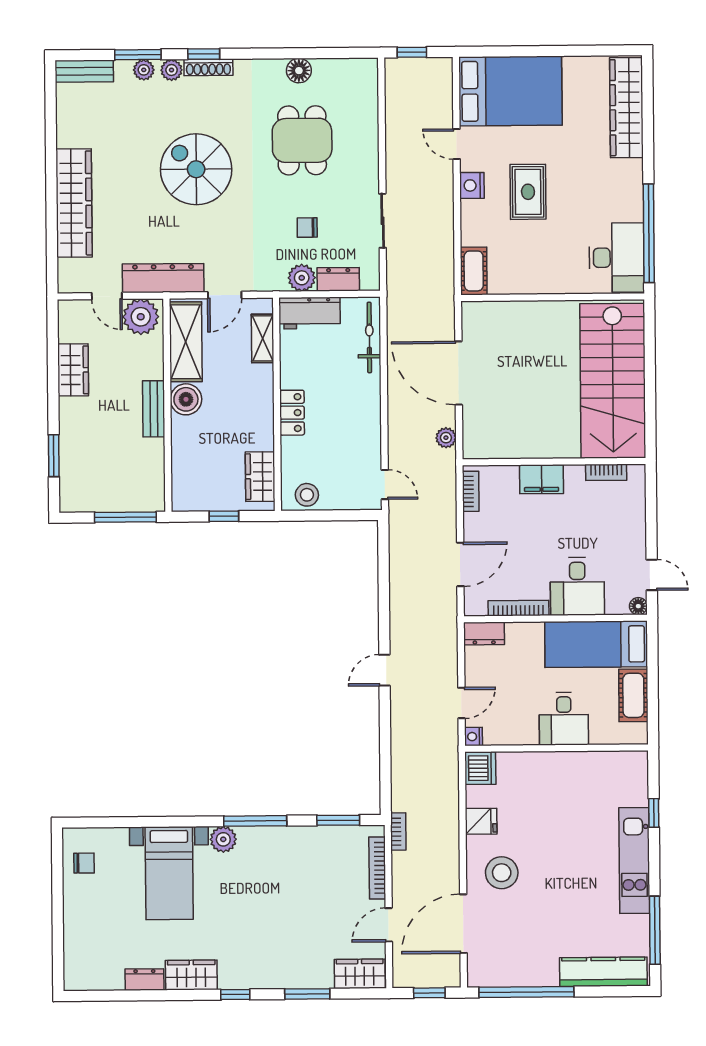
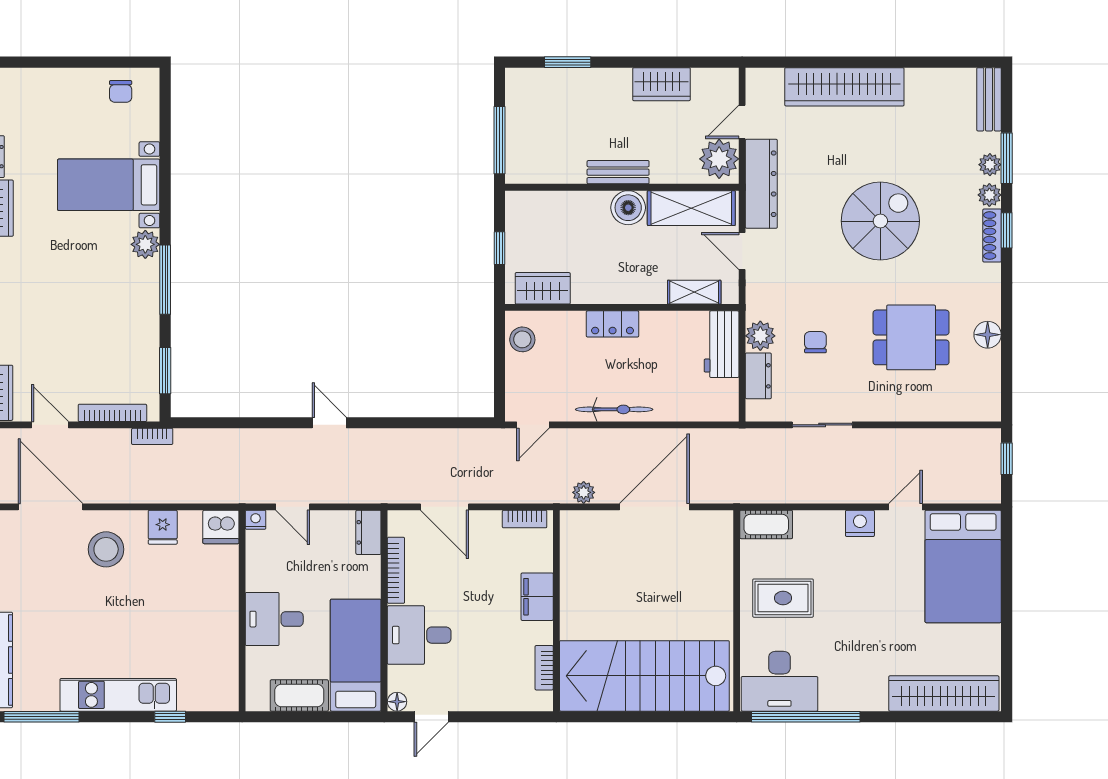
rug: (528, 192) -> (783, 598), moved
bicycle: (369, 337) -> (614, 409), moved

